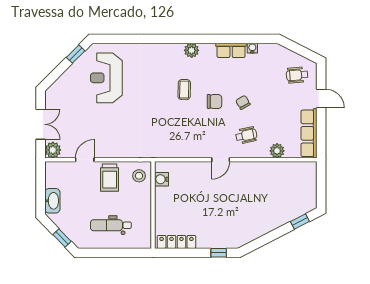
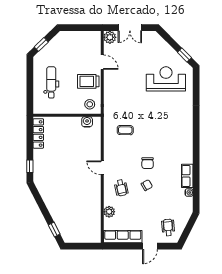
plant: (192, 50) -> (187, 145), removed
coffee table: (184, 90) -> (125, 130), moved
washbasin: (52, 201) -> (70, 37), removed

